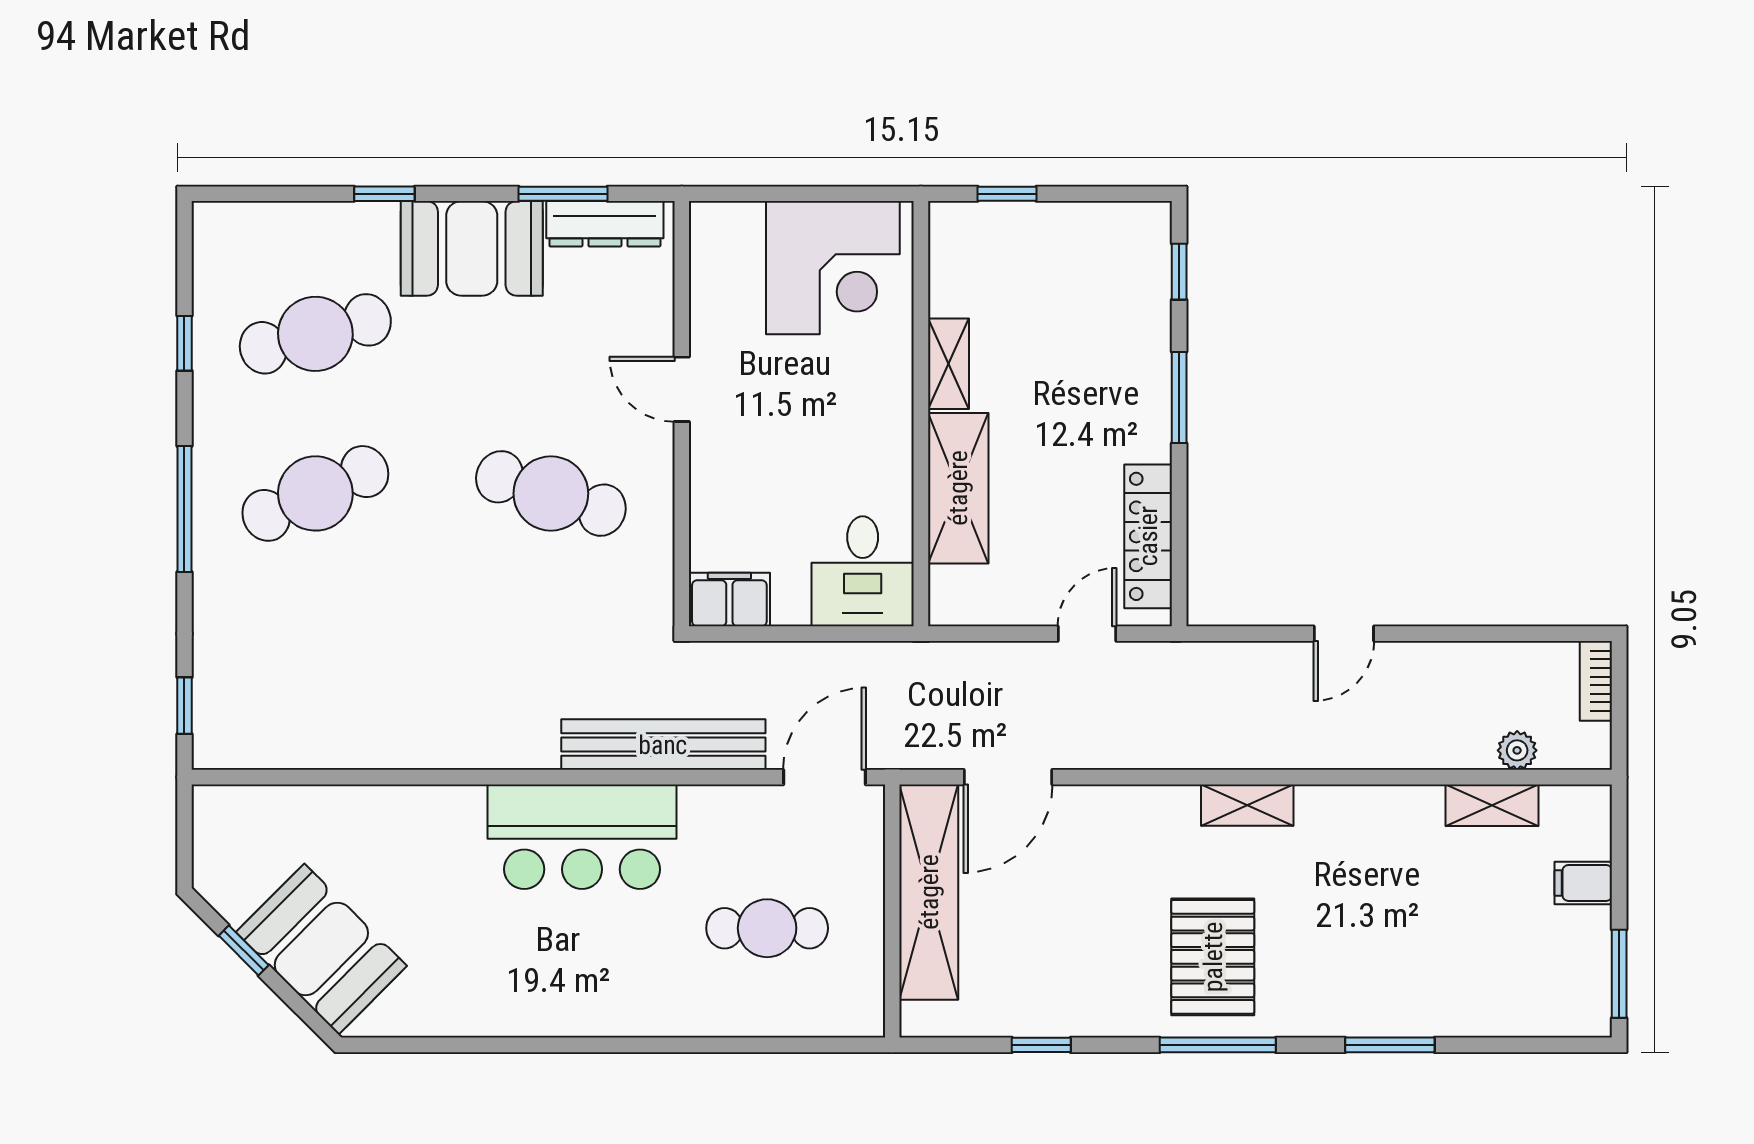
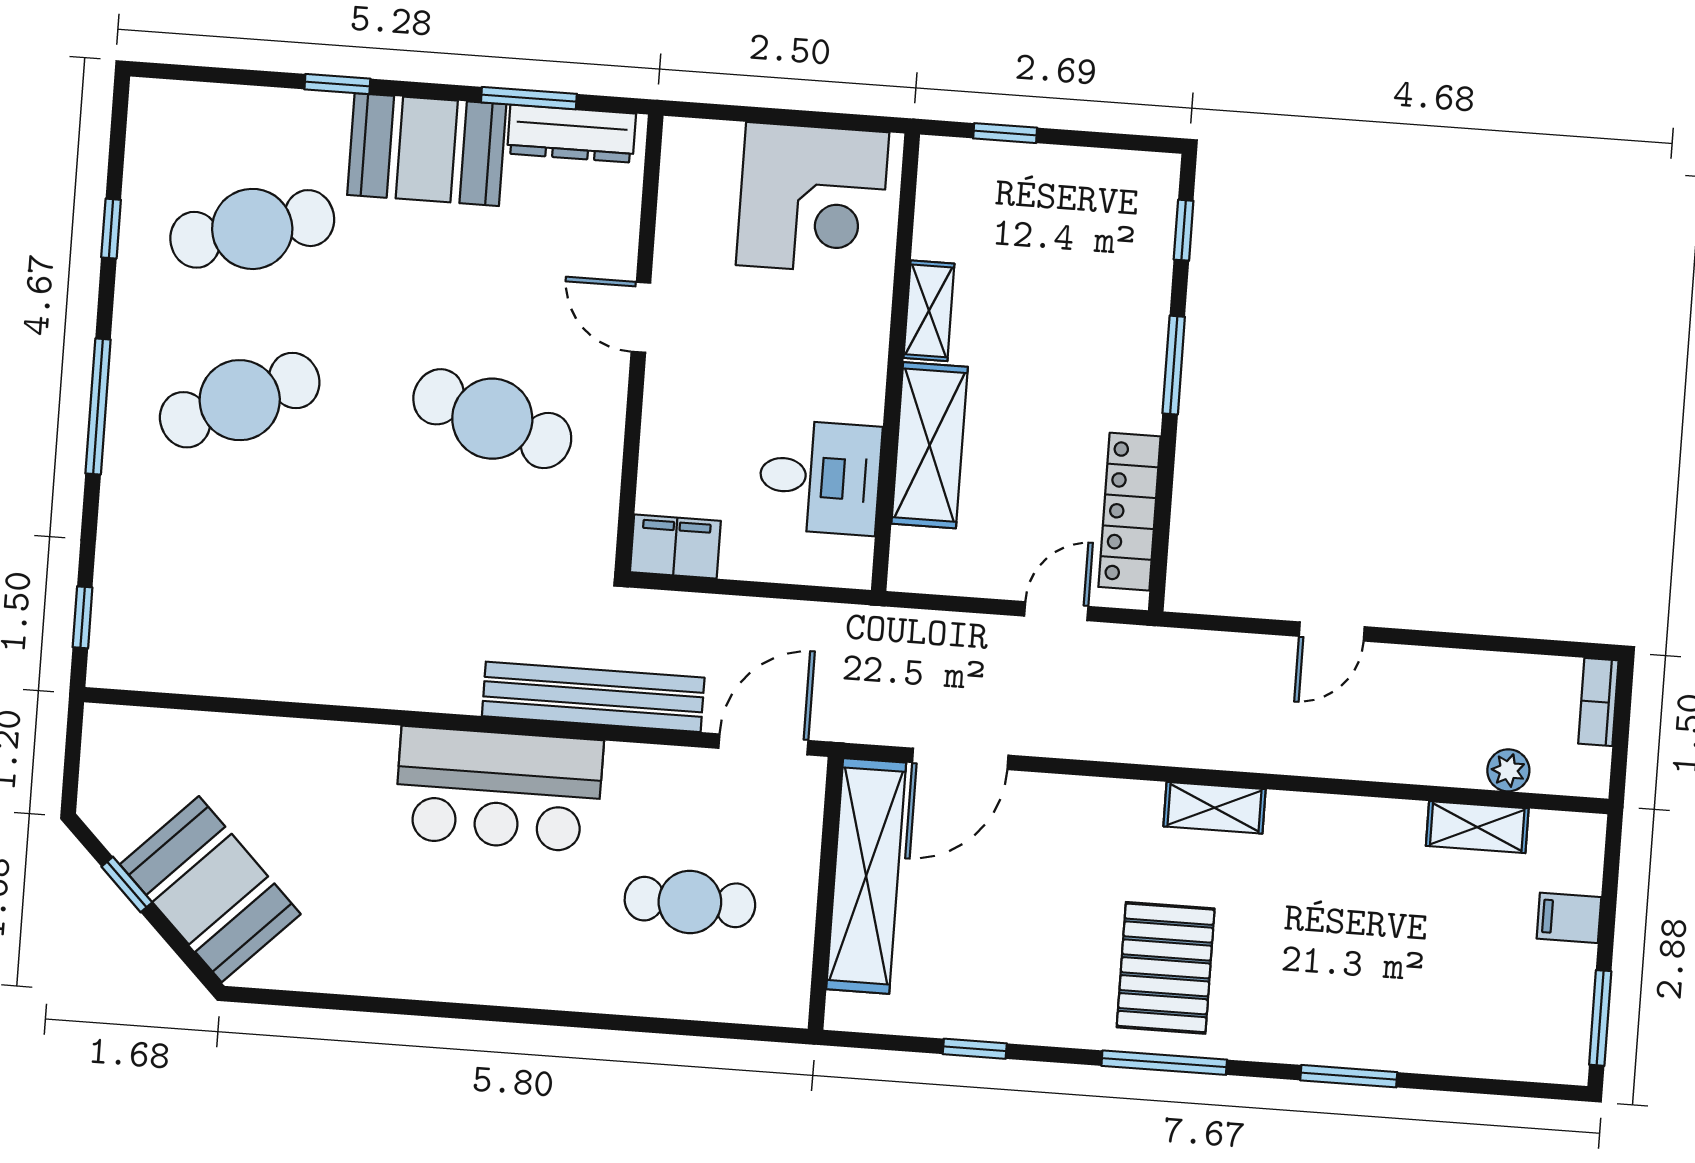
desk: (863, 571) -> (820, 477), moved, turned -90

